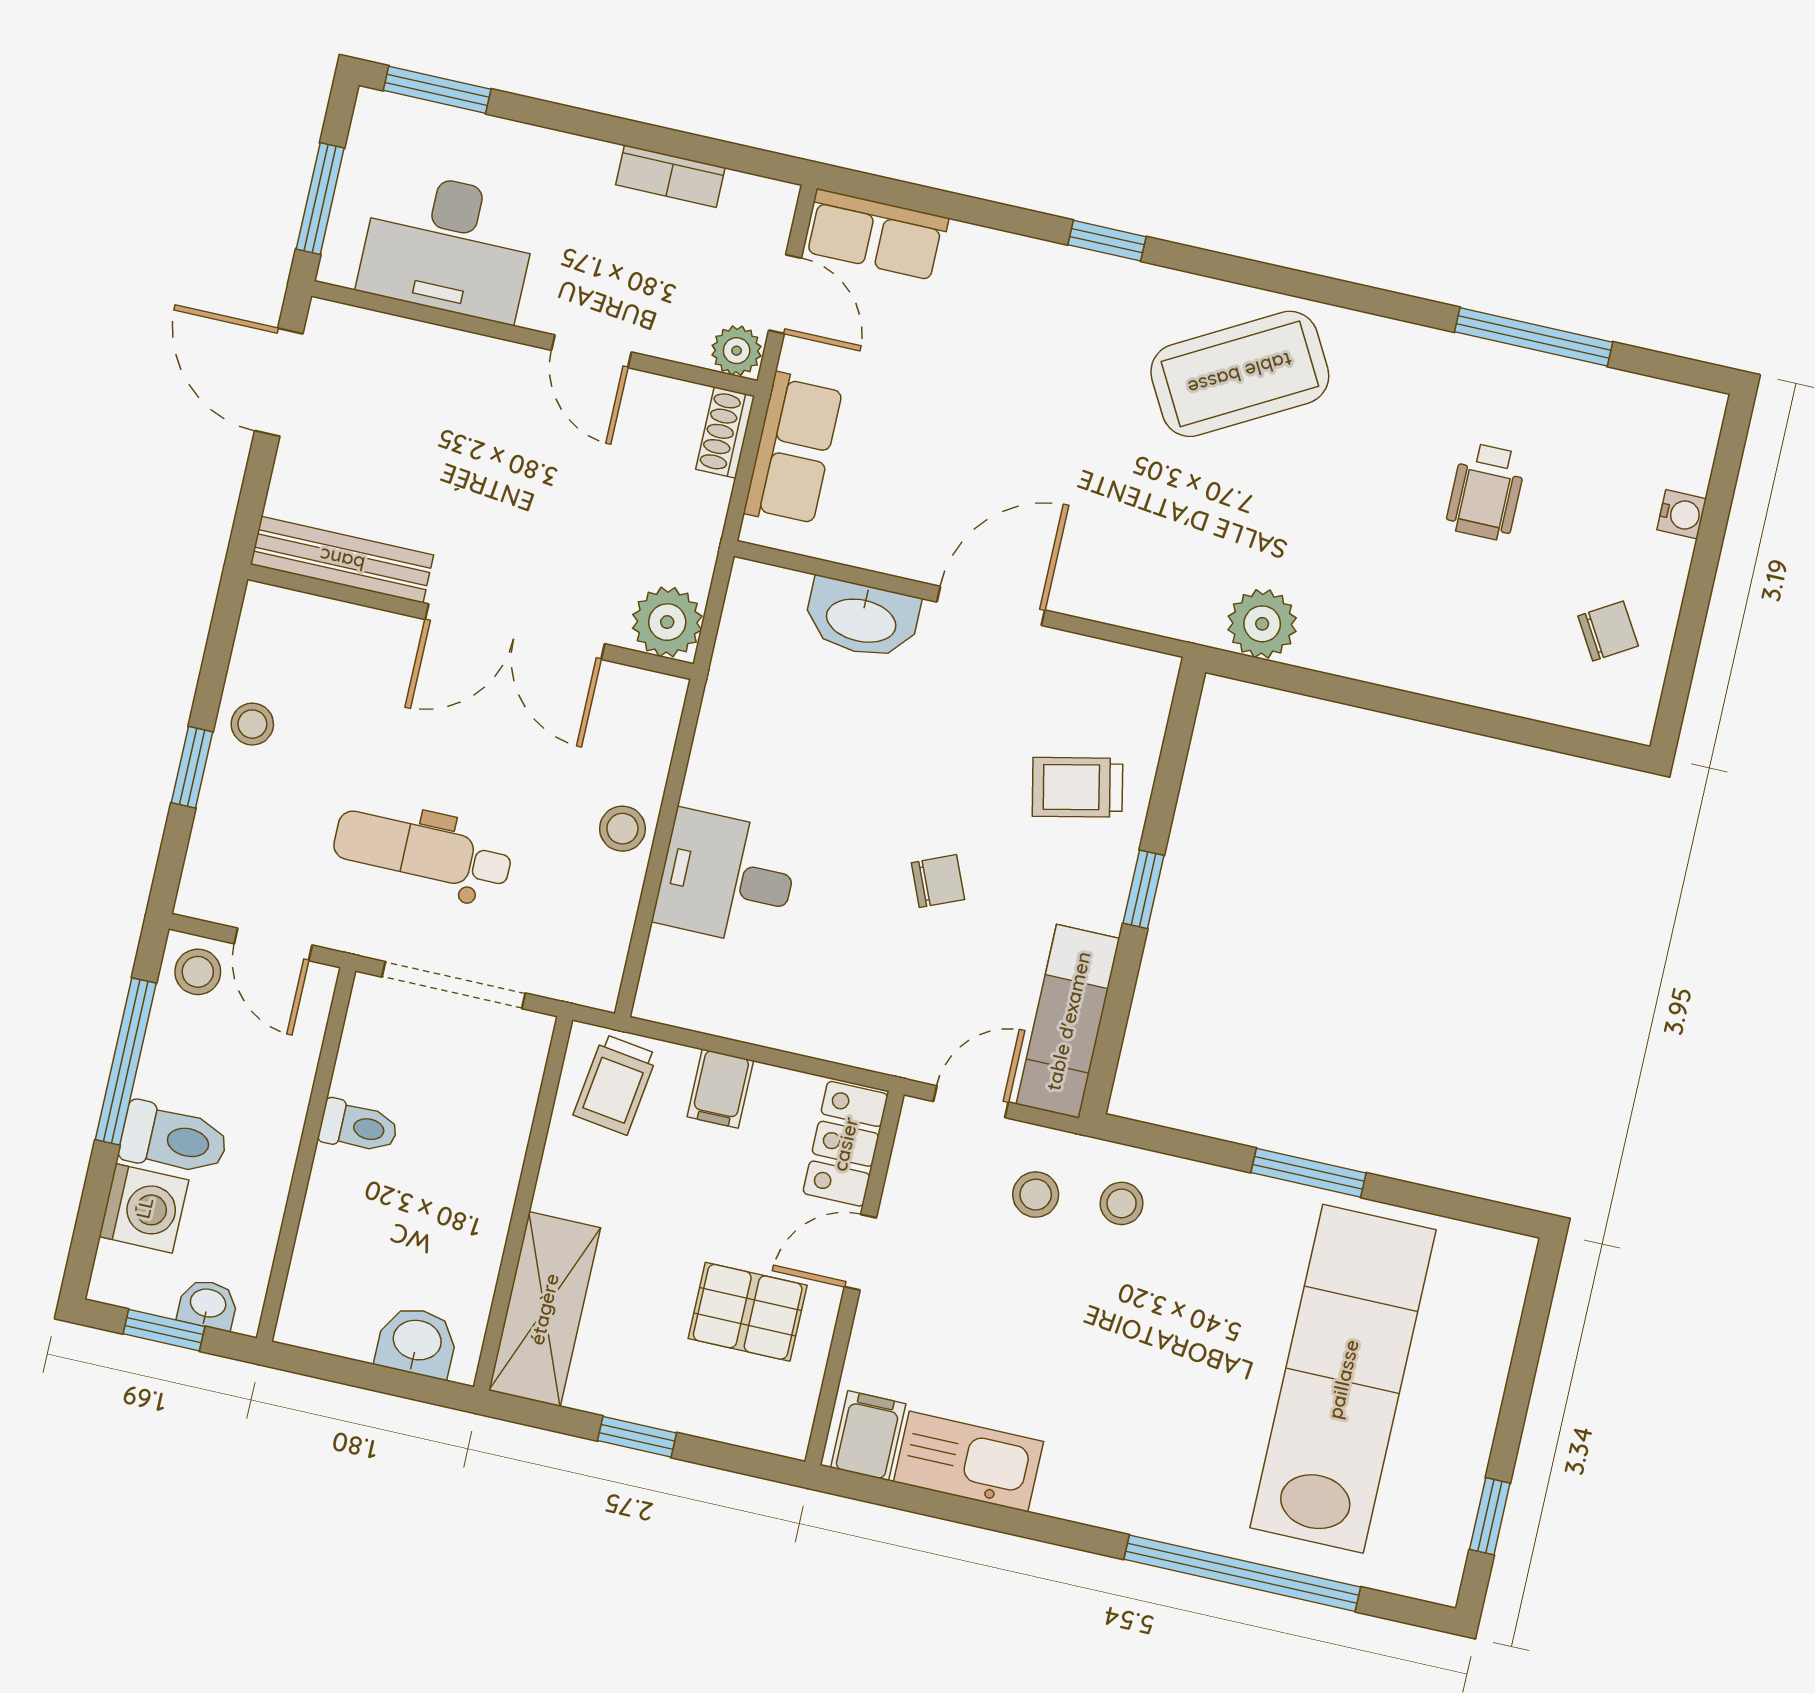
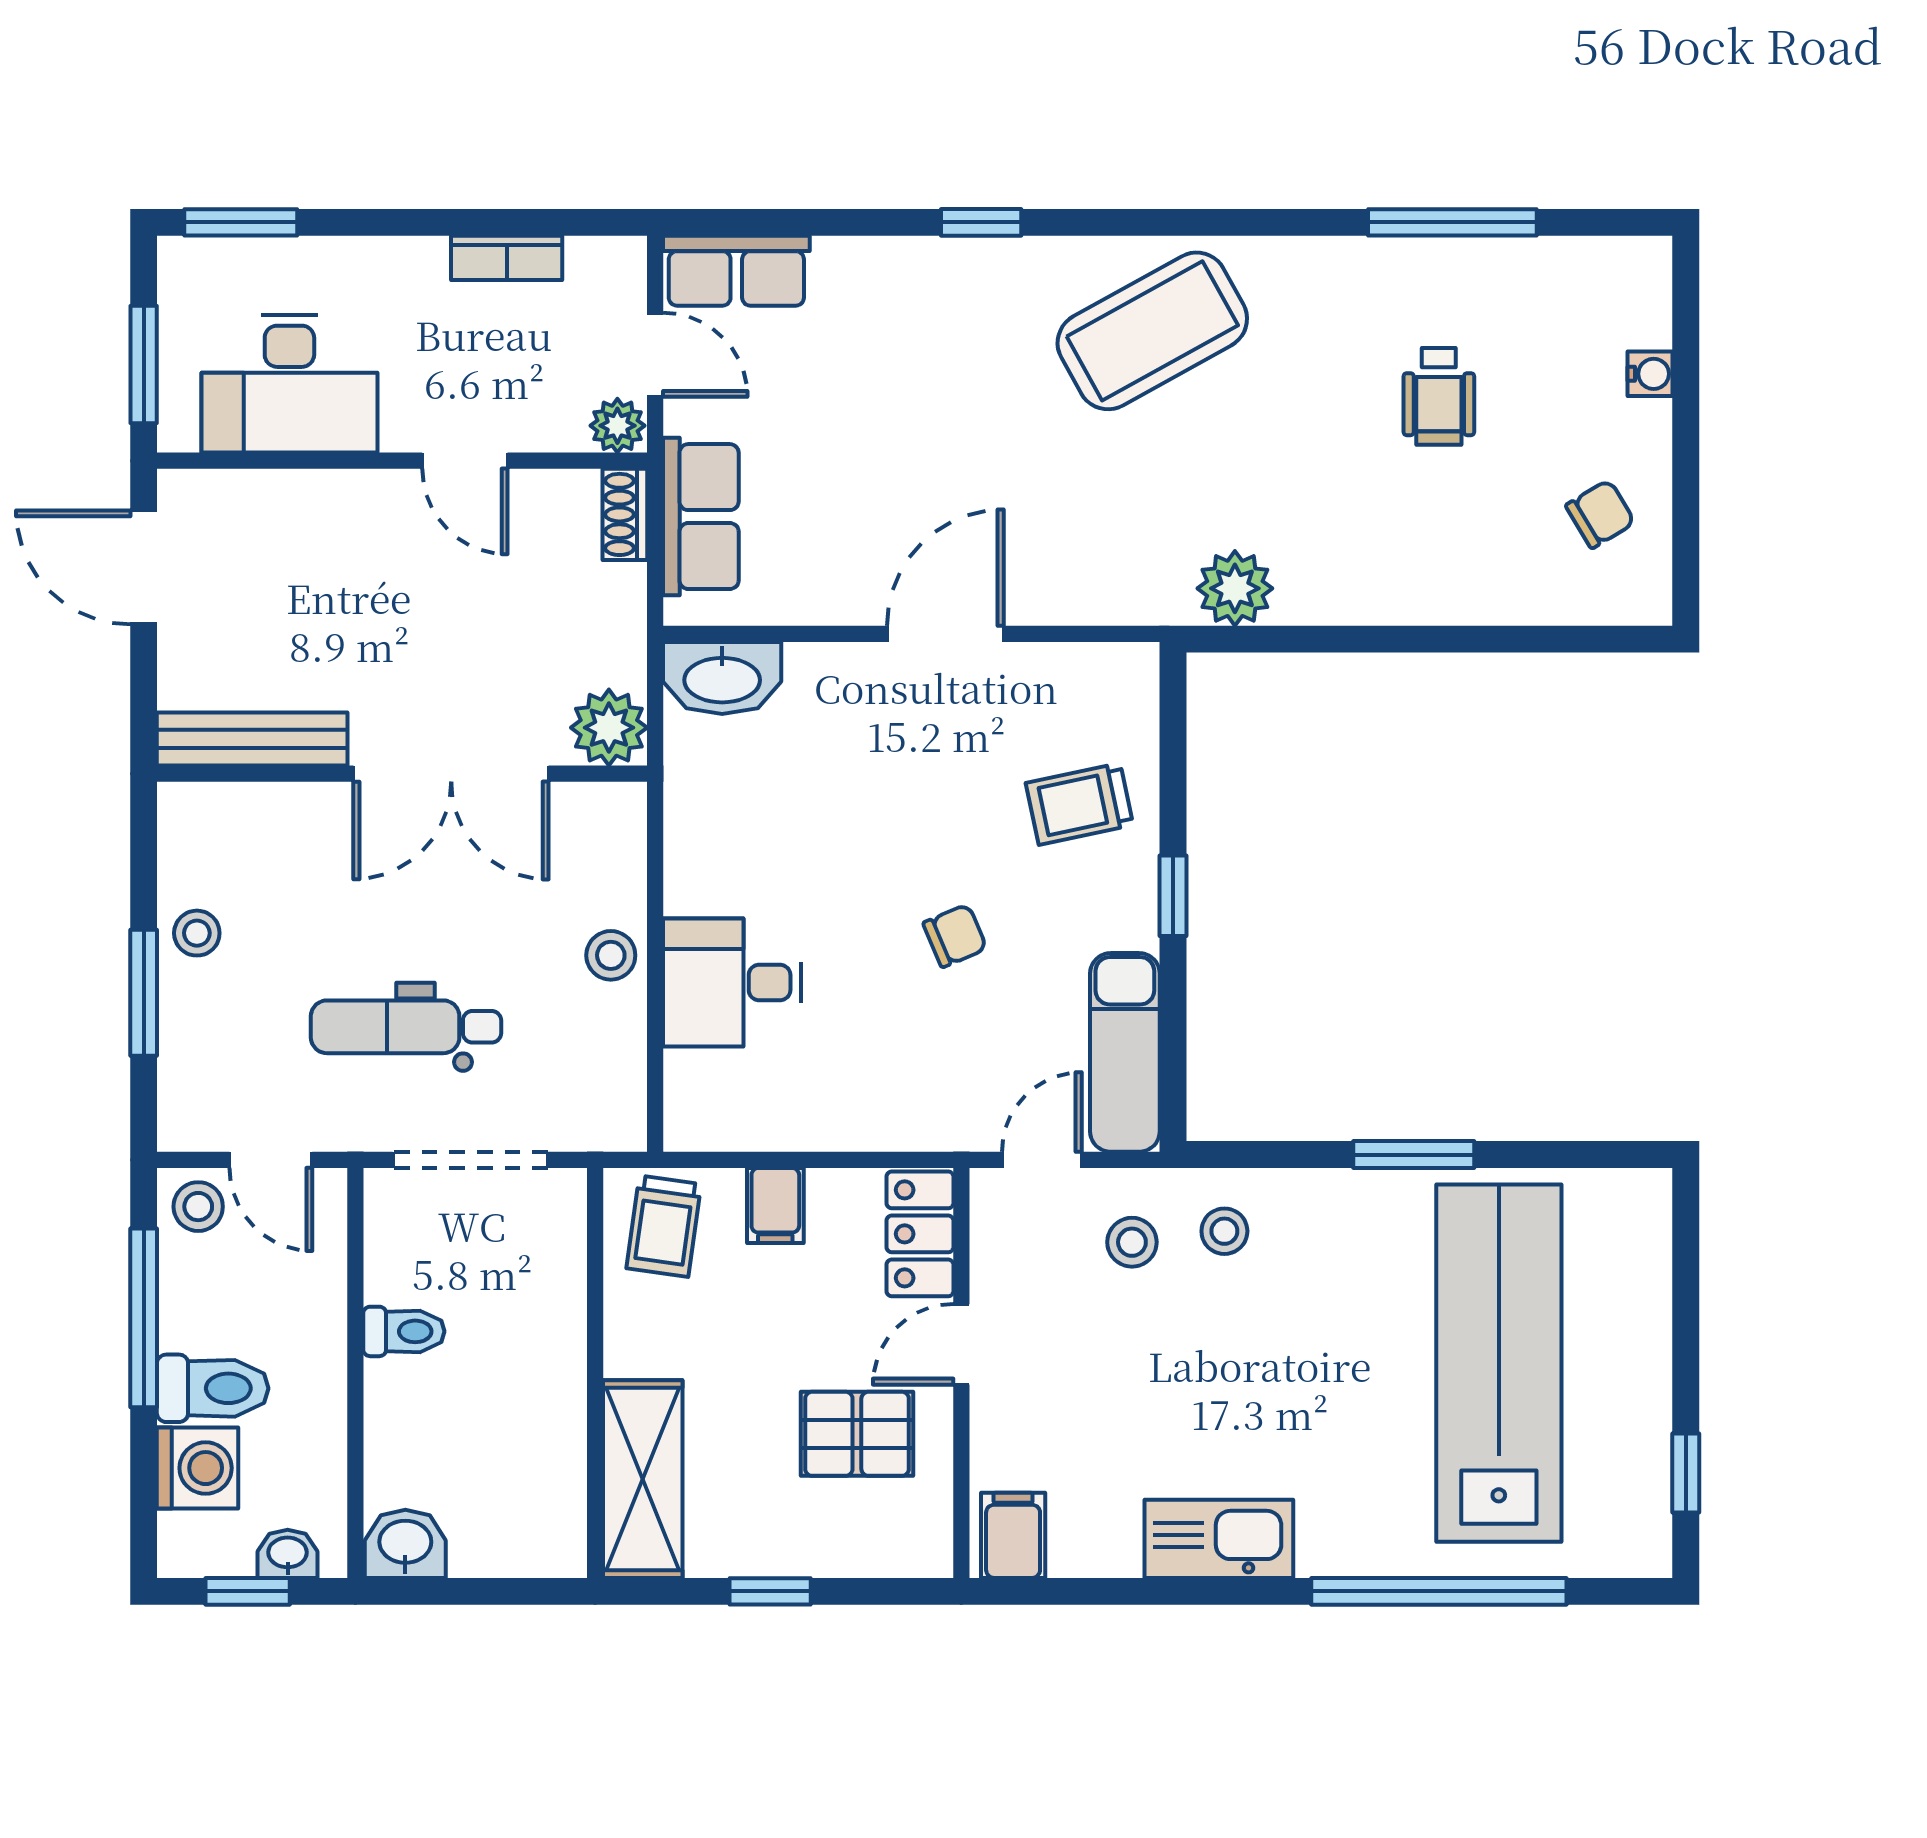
washbasin: (862, 619) -> (722, 678), moved
window: (192, 767) -> (144, 993), width x1.50
washbasin: (417, 1342) -> (405, 1544), moved
kitchen sink: (968, 1462) -> (1219, 1539), moved

